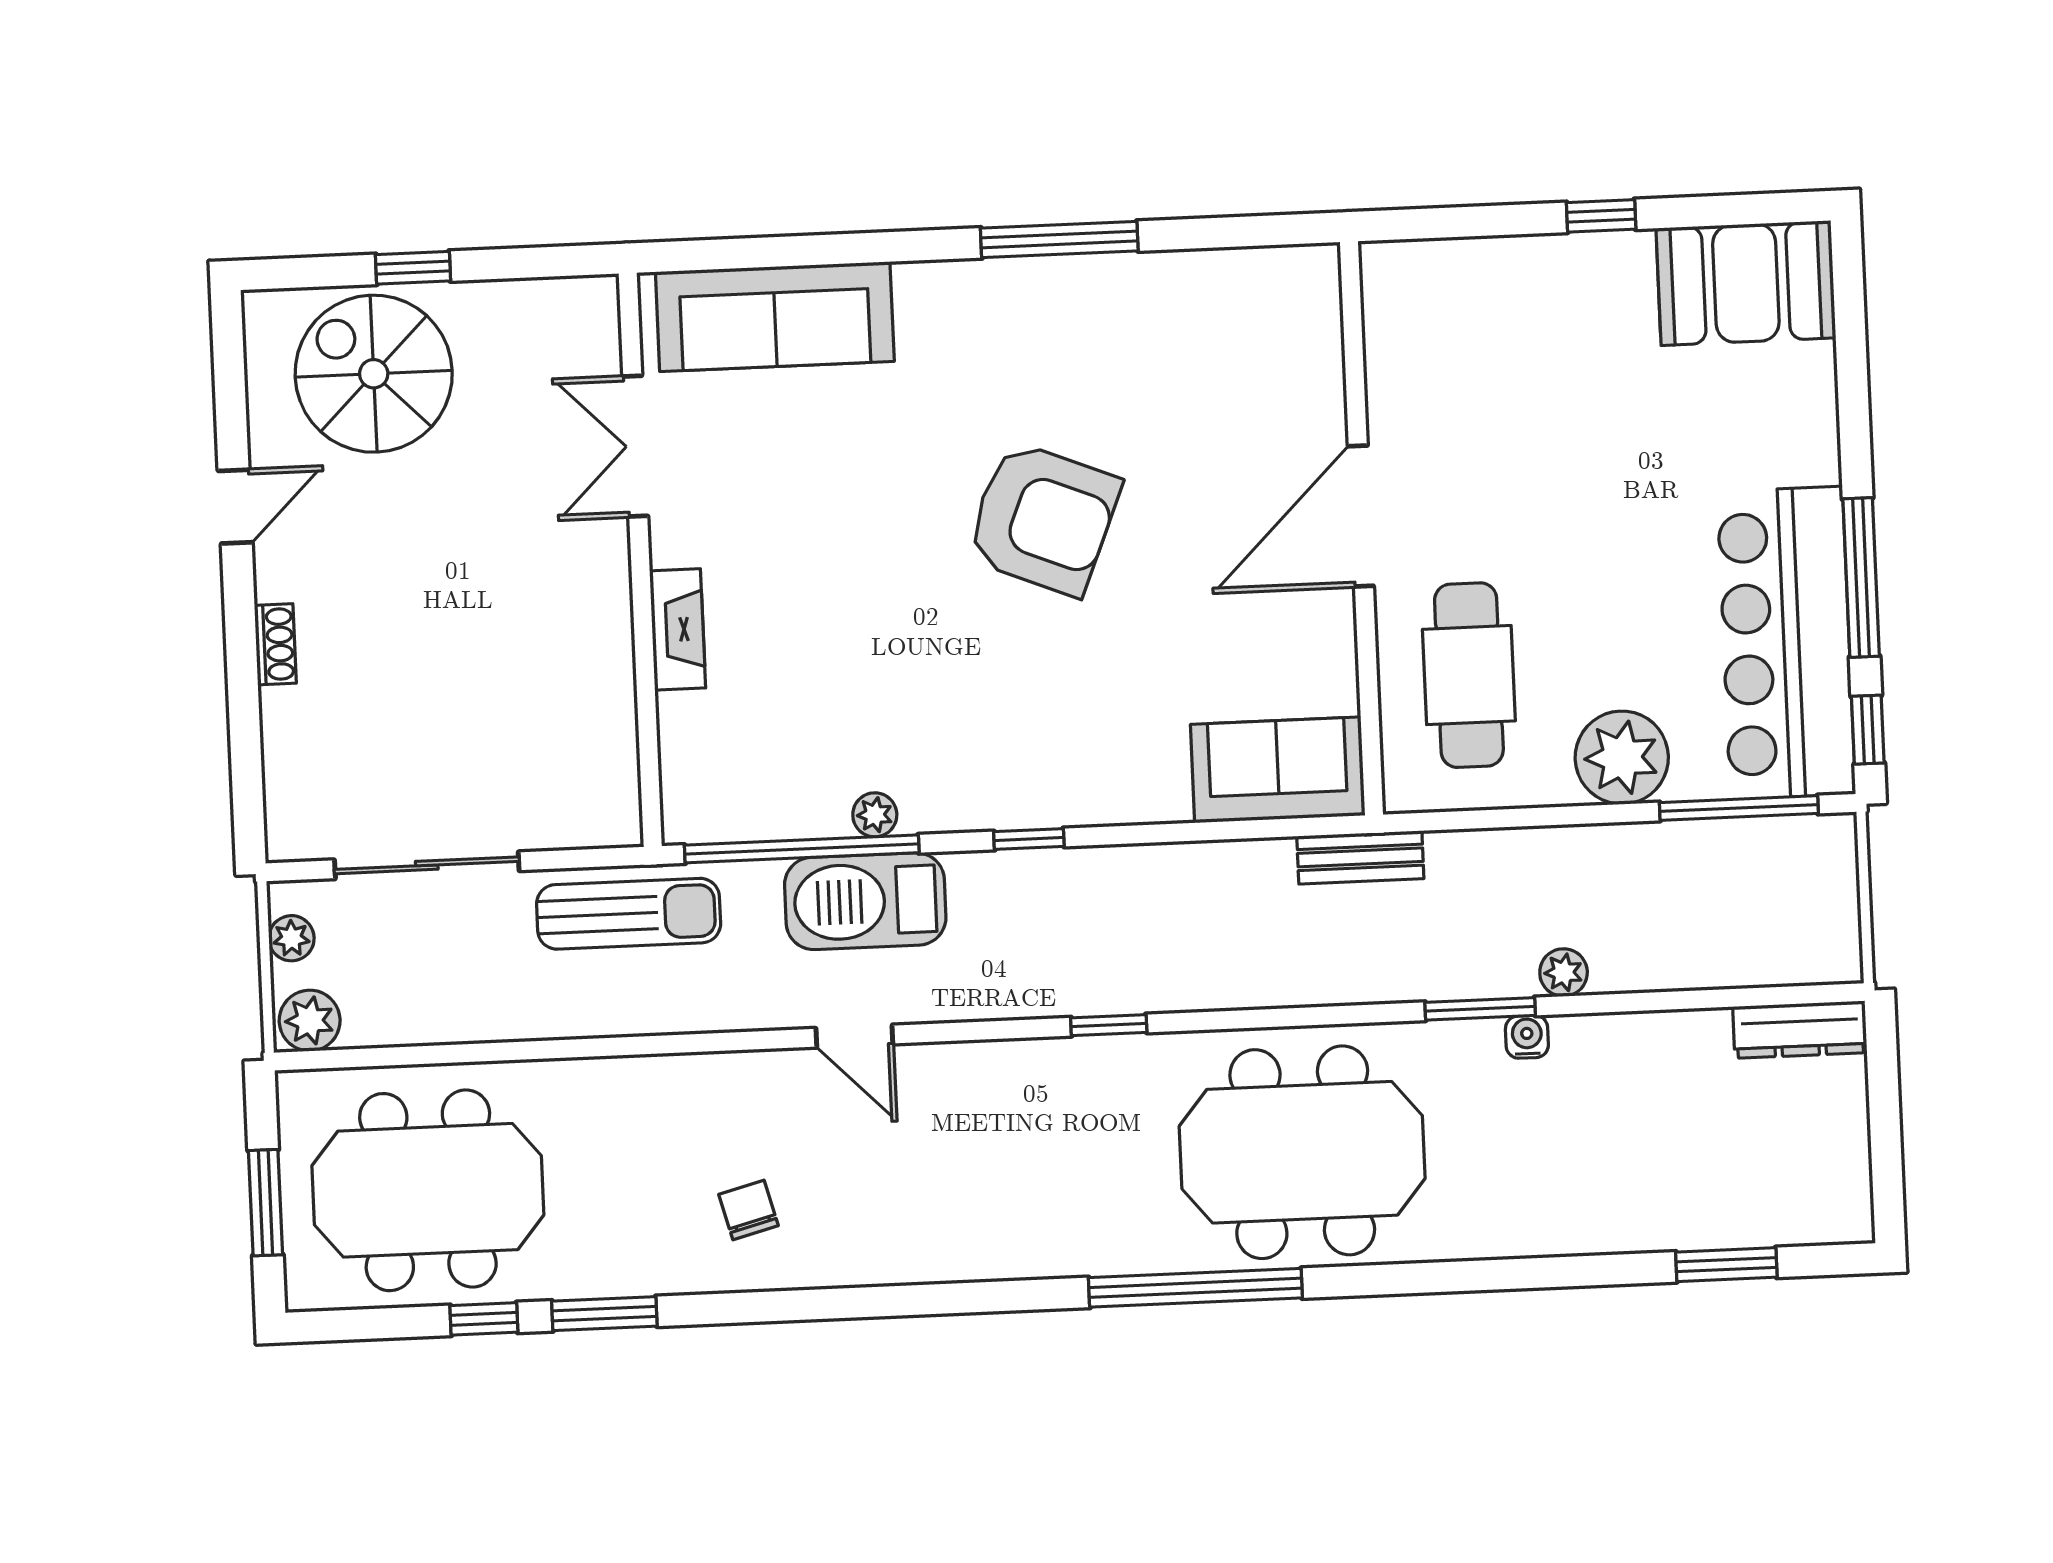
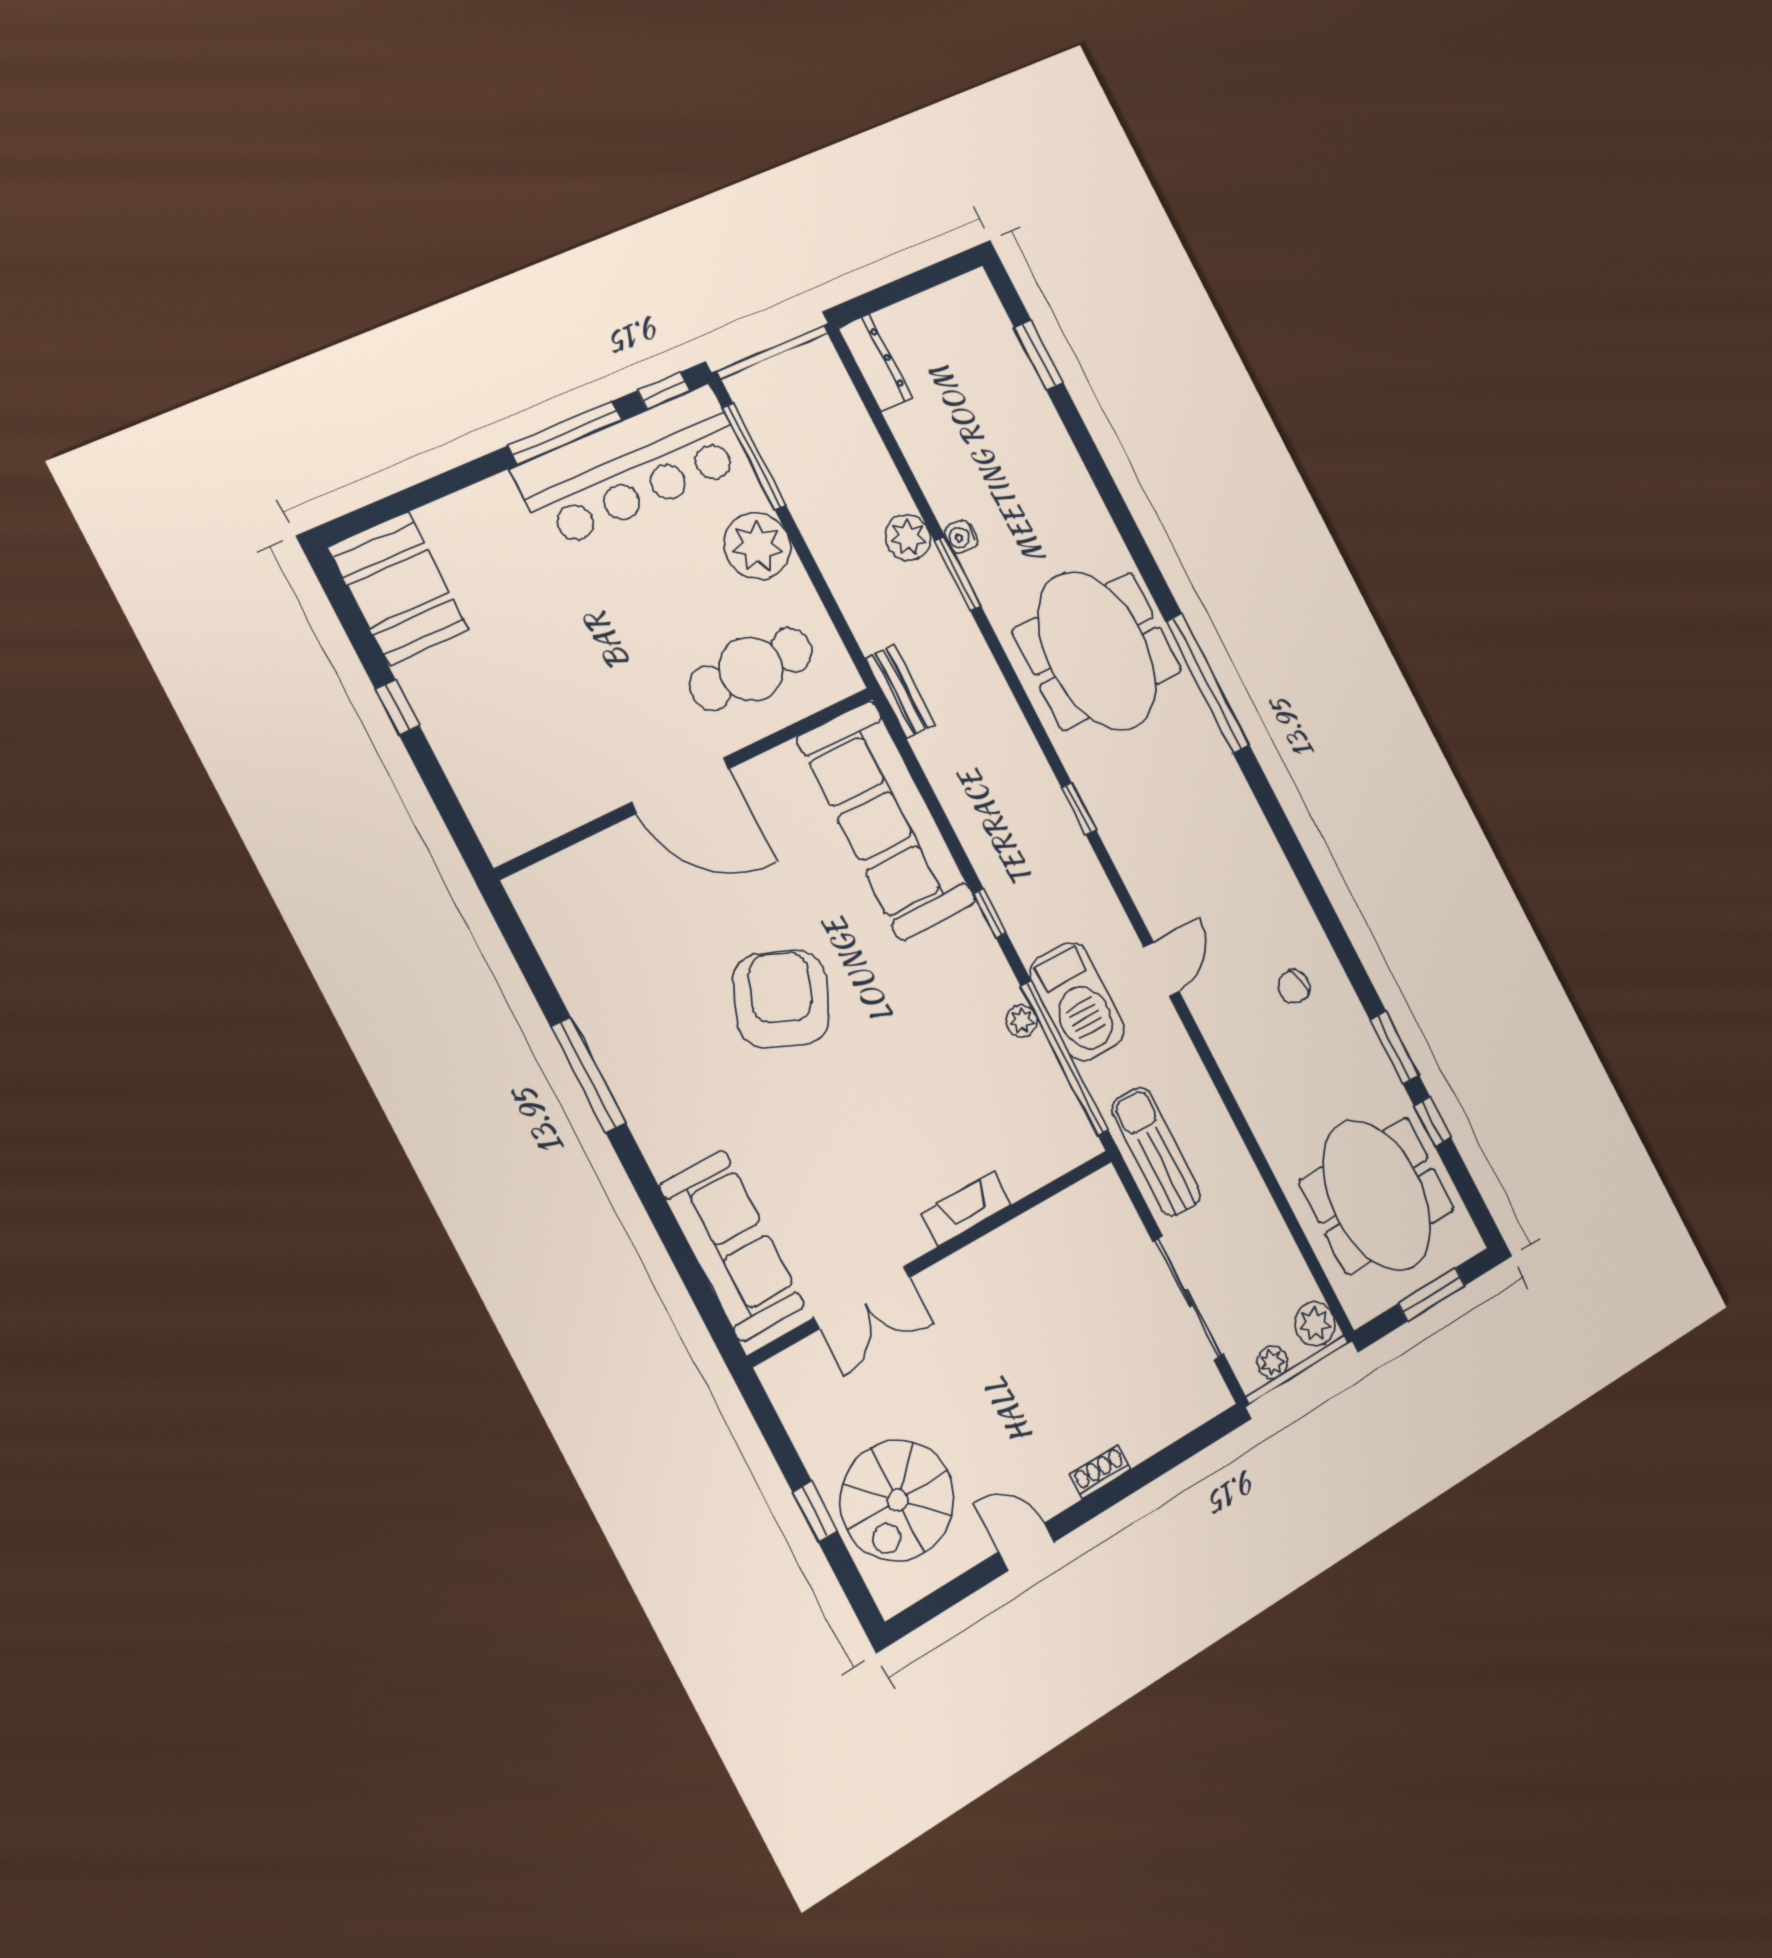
sofa: (1278, 770) -> (886, 820), width x1.85, depth x1.27
plant: (1564, 973) -> (908, 537), width x1.38, depth x1.38

